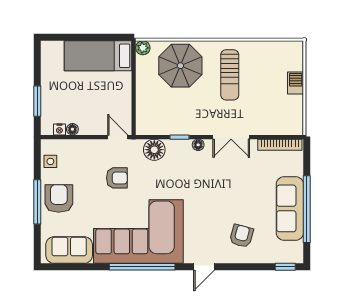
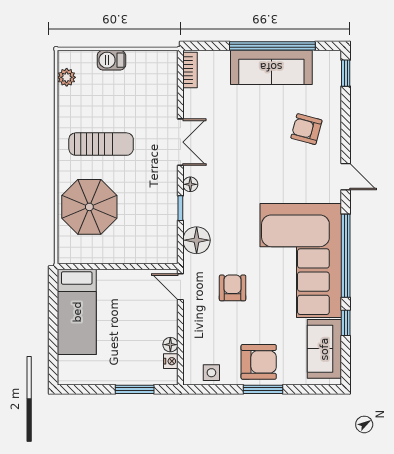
plant: (143, 48) -> (67, 77), moved
door: (118, 137) -> (180, 287), hinge flipped
bookcase: (280, 145) -> (190, 70), width x0.64
armchair: (59, 198) -> (259, 362), turned 180
window: (37, 202) -> (263, 389), width x0.69
window: (89, 267) -> (346, 323), added

